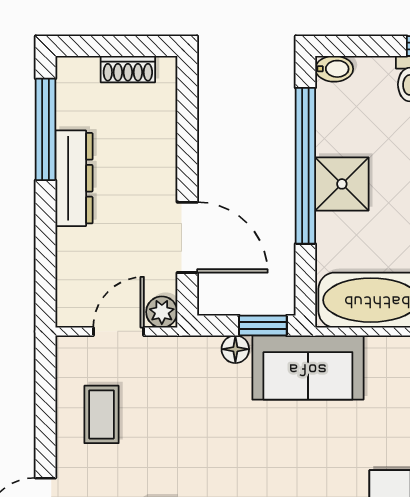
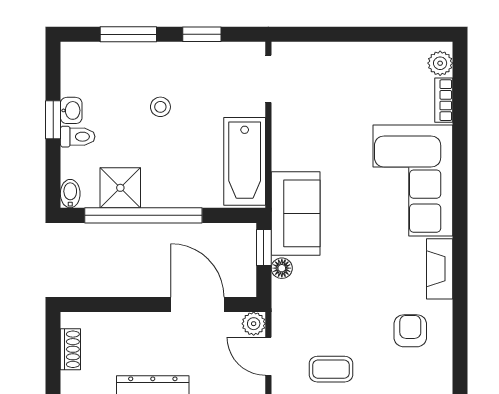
shower: (342, 184) -> (120, 188), moved
door: (187, 237) -> (197, 304), hinge flipped

